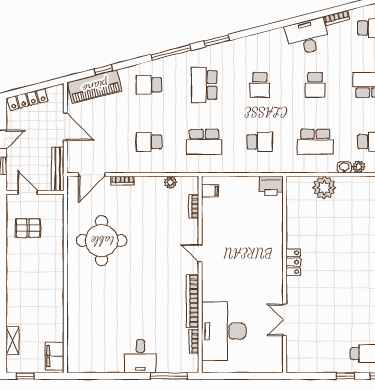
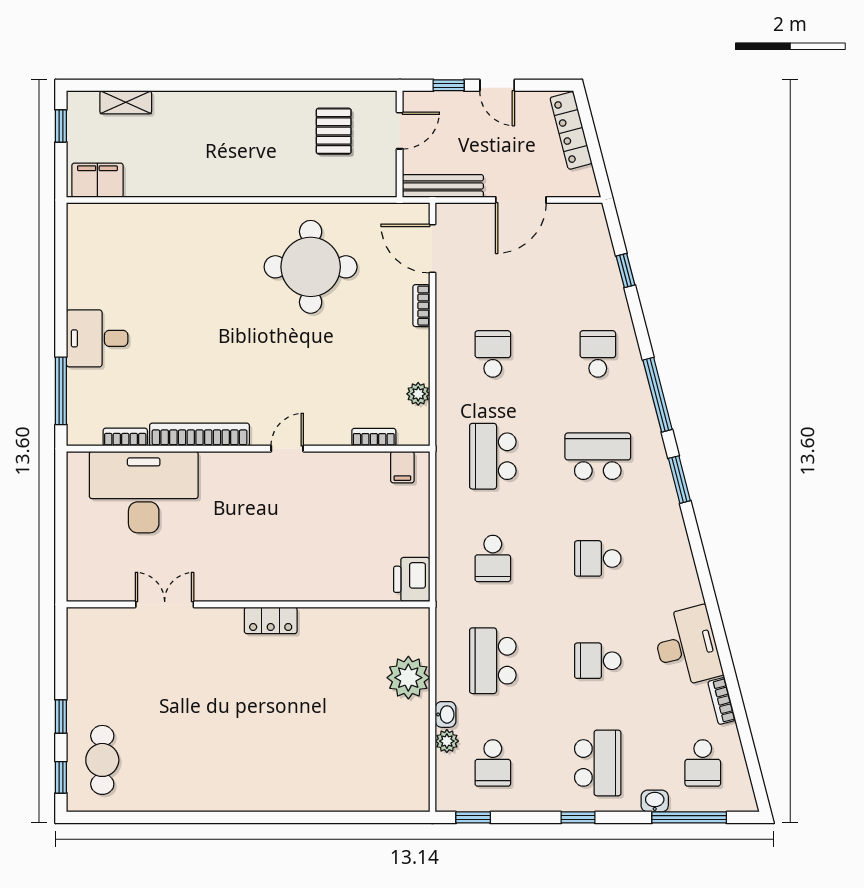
piano: (95, 87) -> (594, 254), removed

